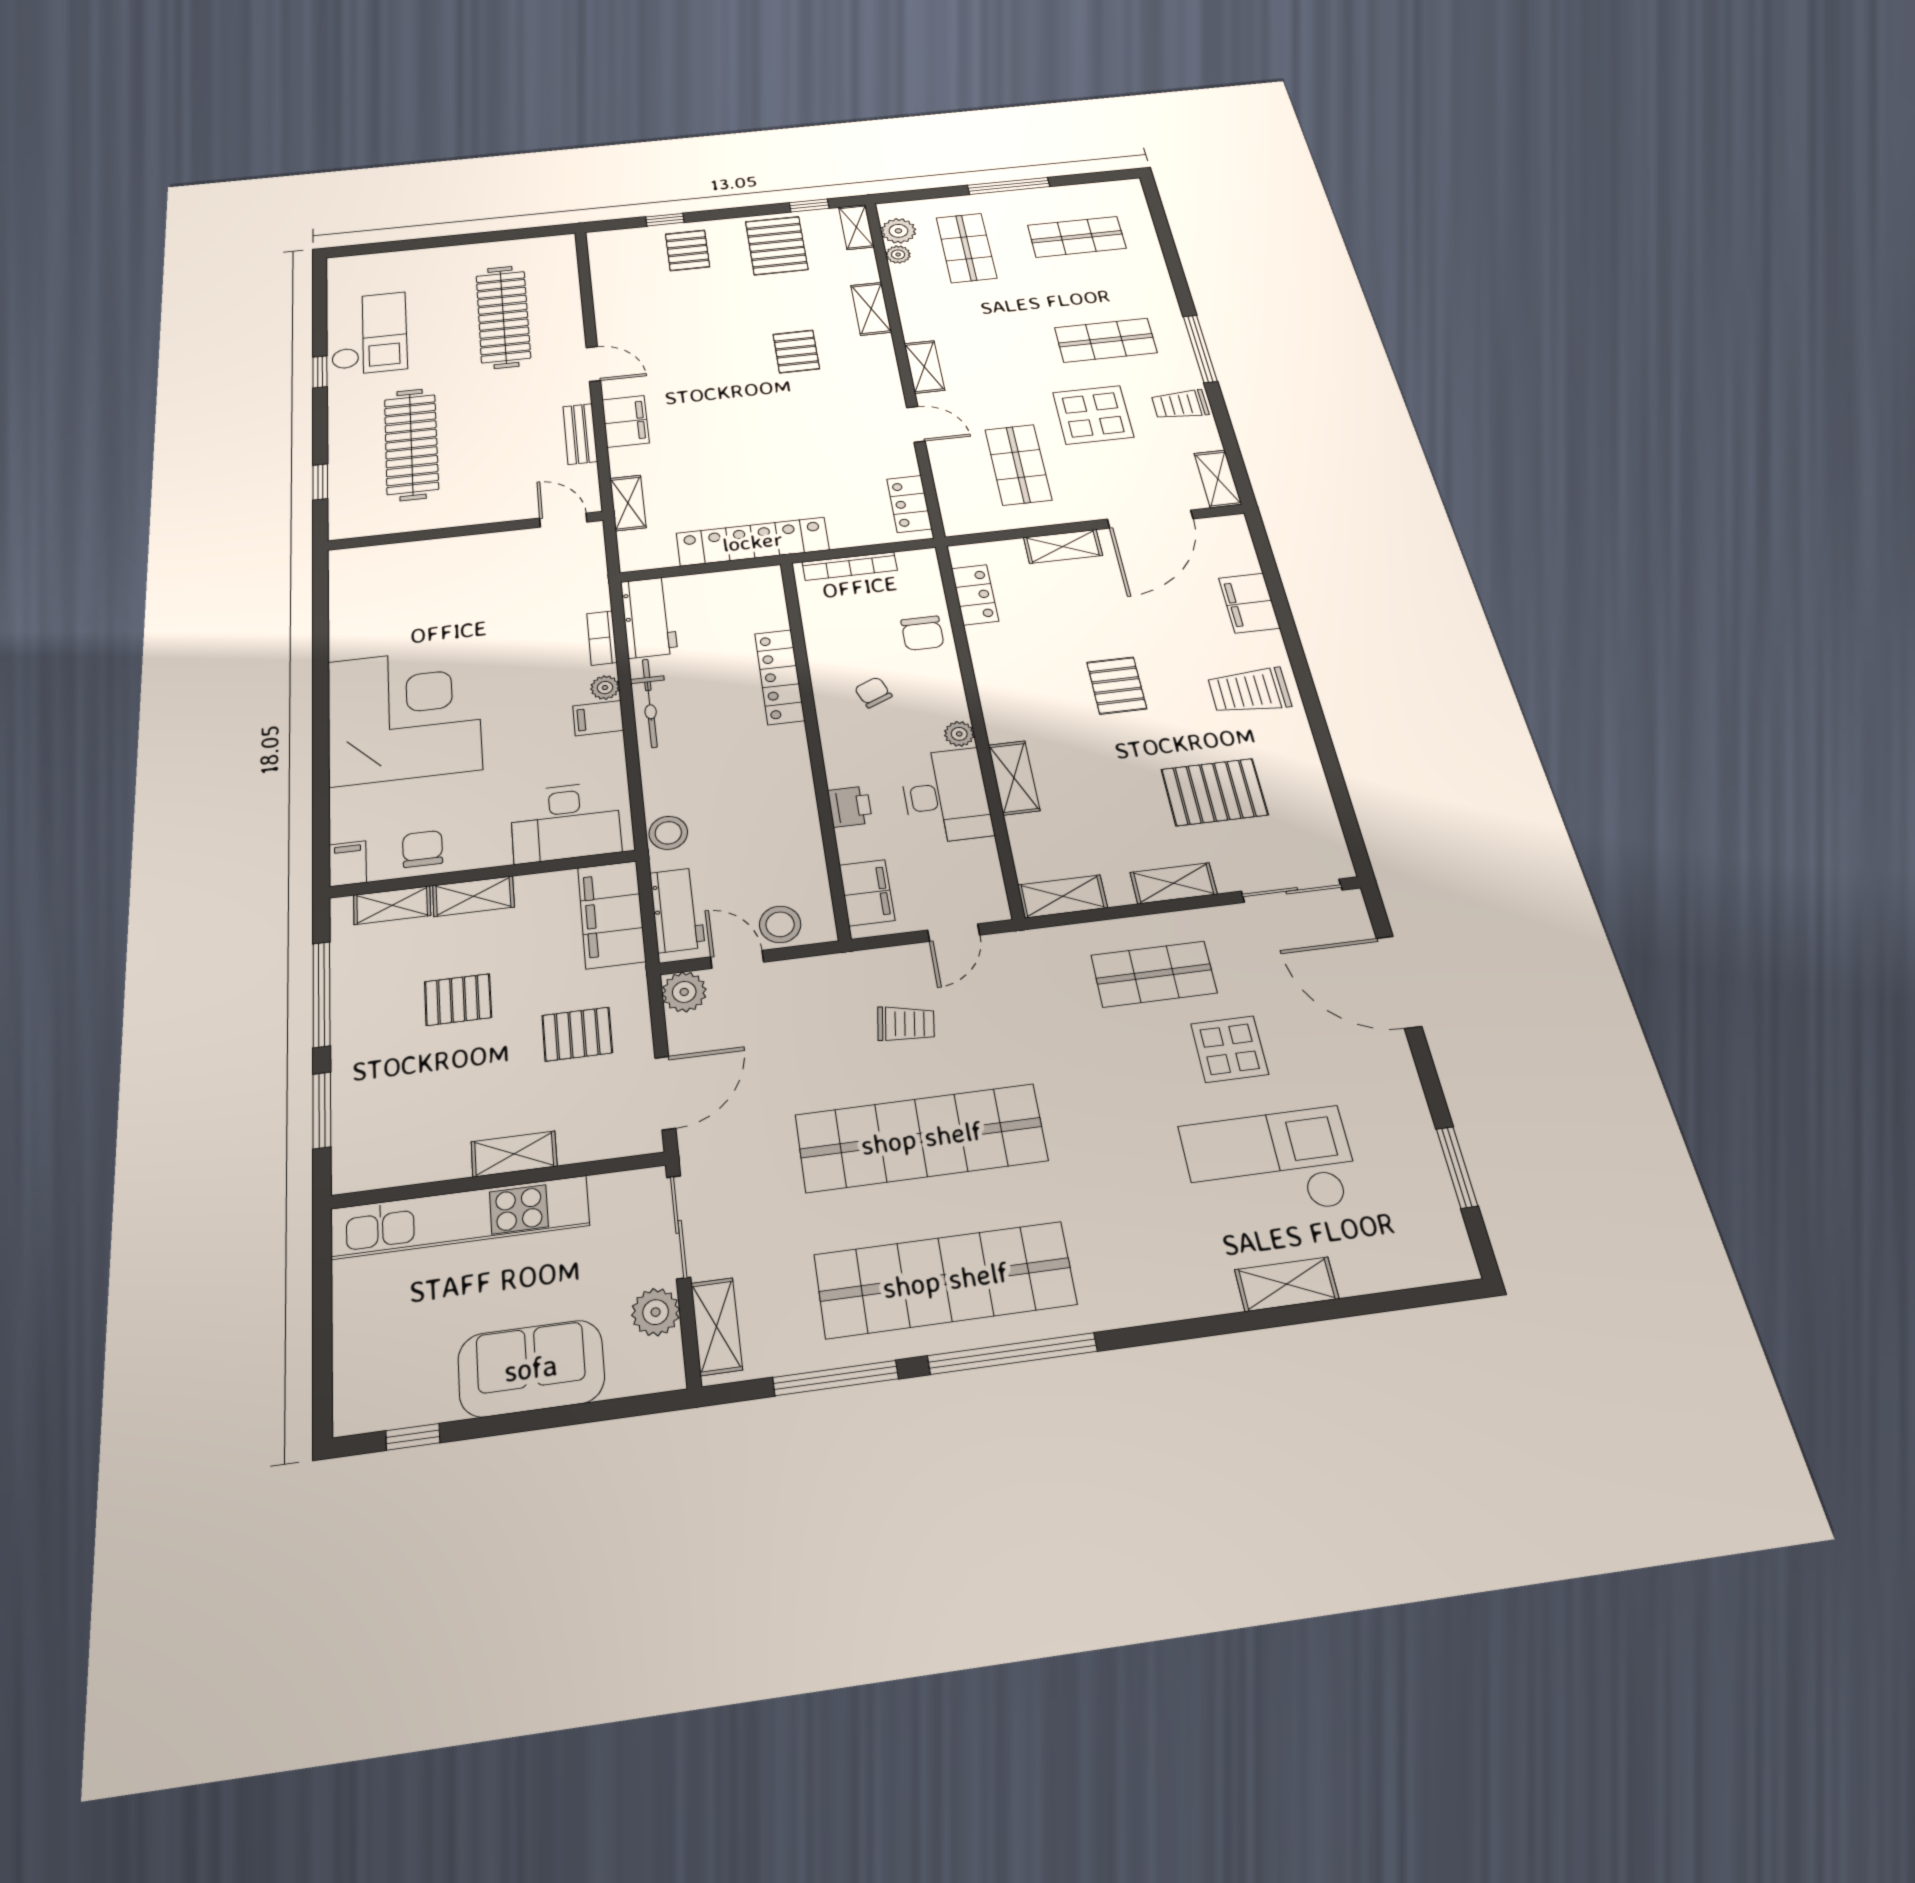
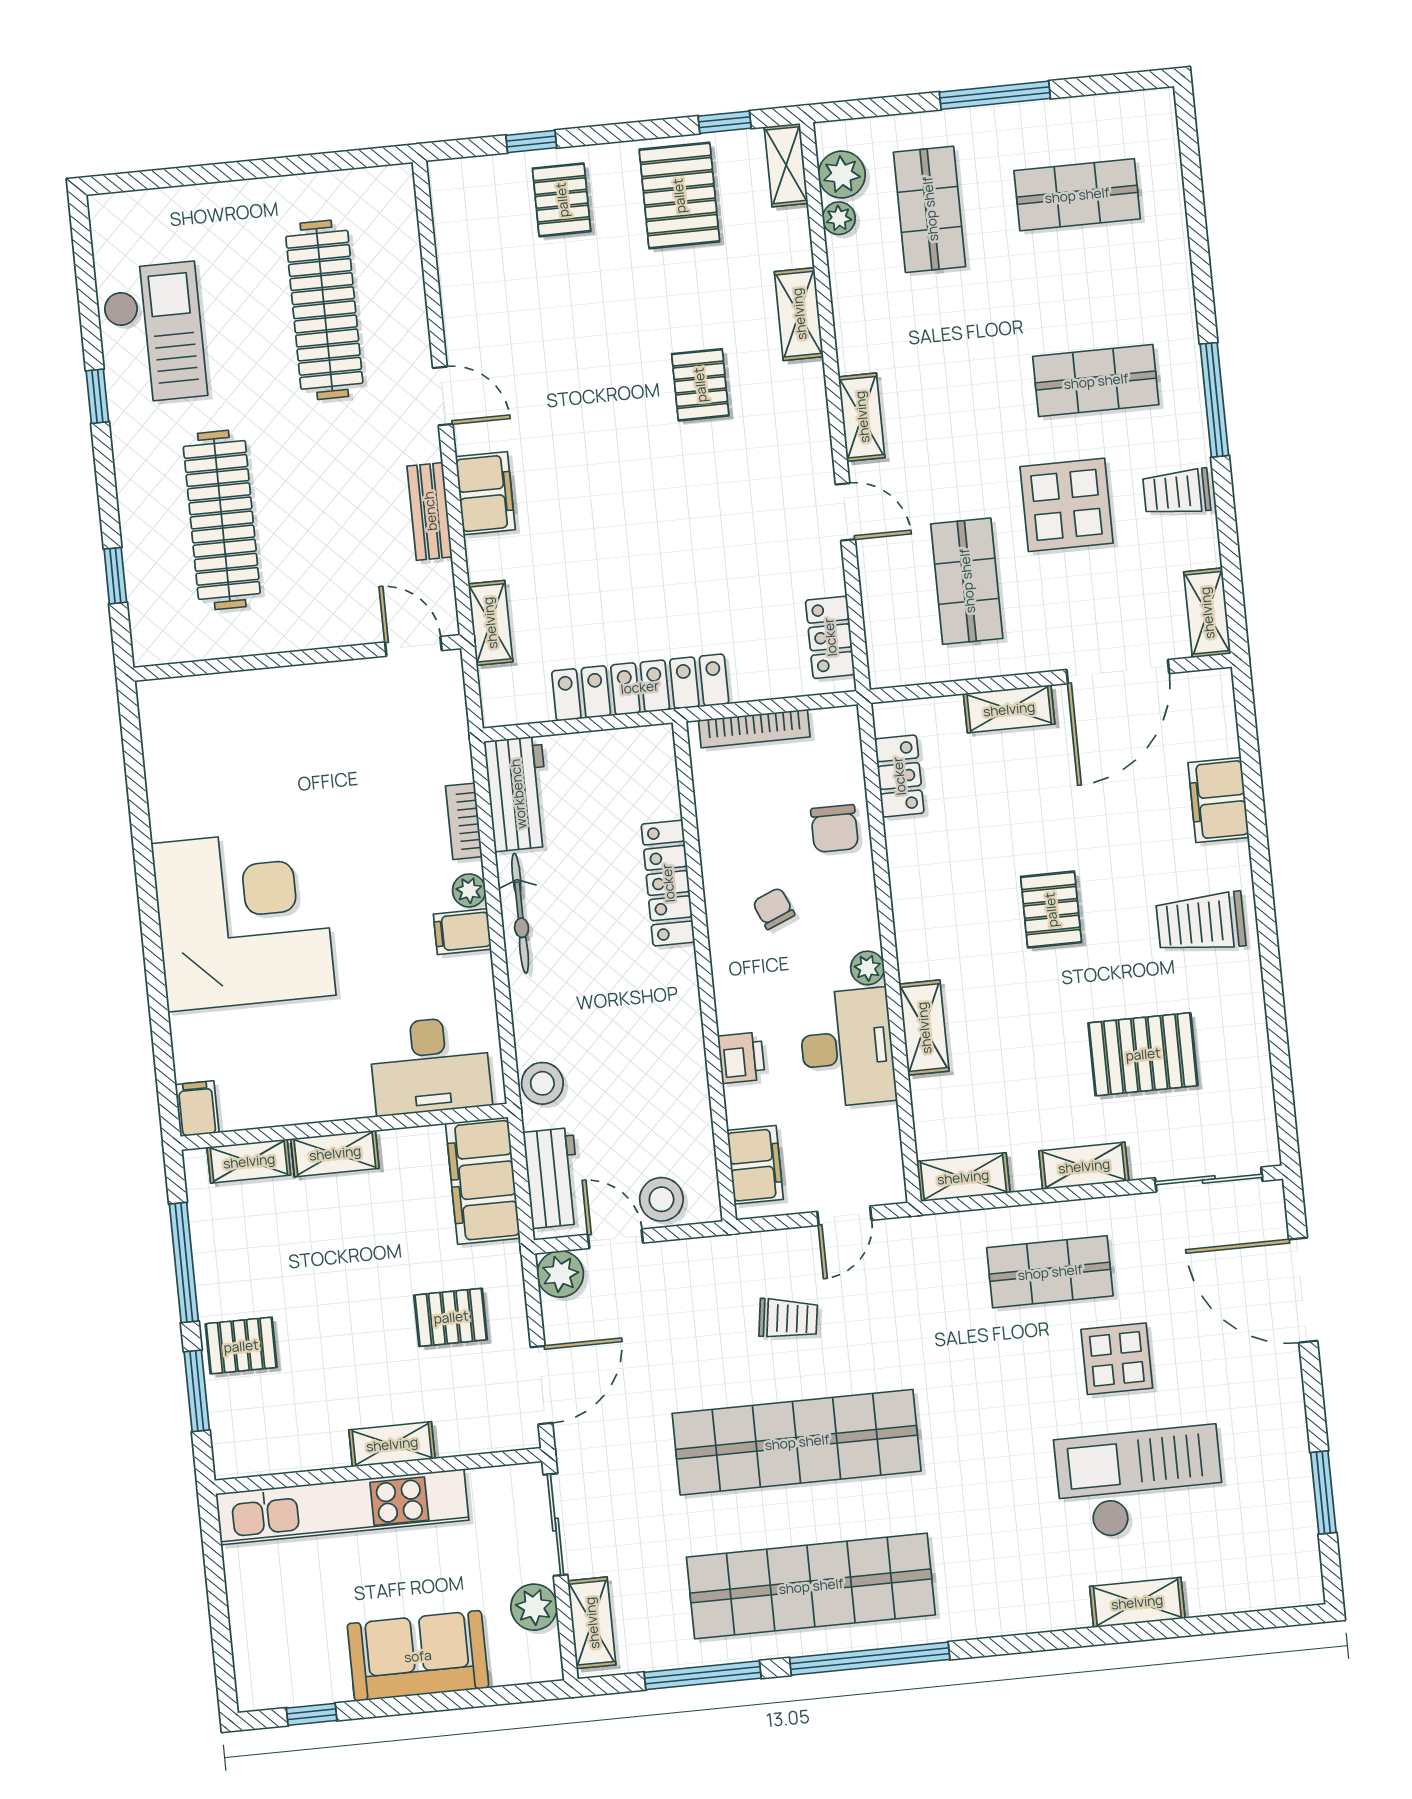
chair: (423, 849) -> (276, 1093), removed
pallet: (458, 1000) -> (241, 1346), moved

